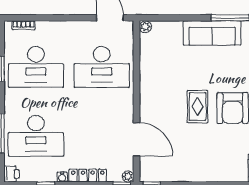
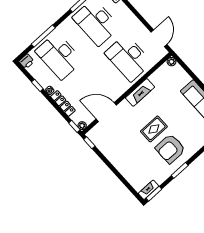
fireplace: (148, 87) -> (140, 92), added
door: (136, 139) -> (106, 112), swing flipped

